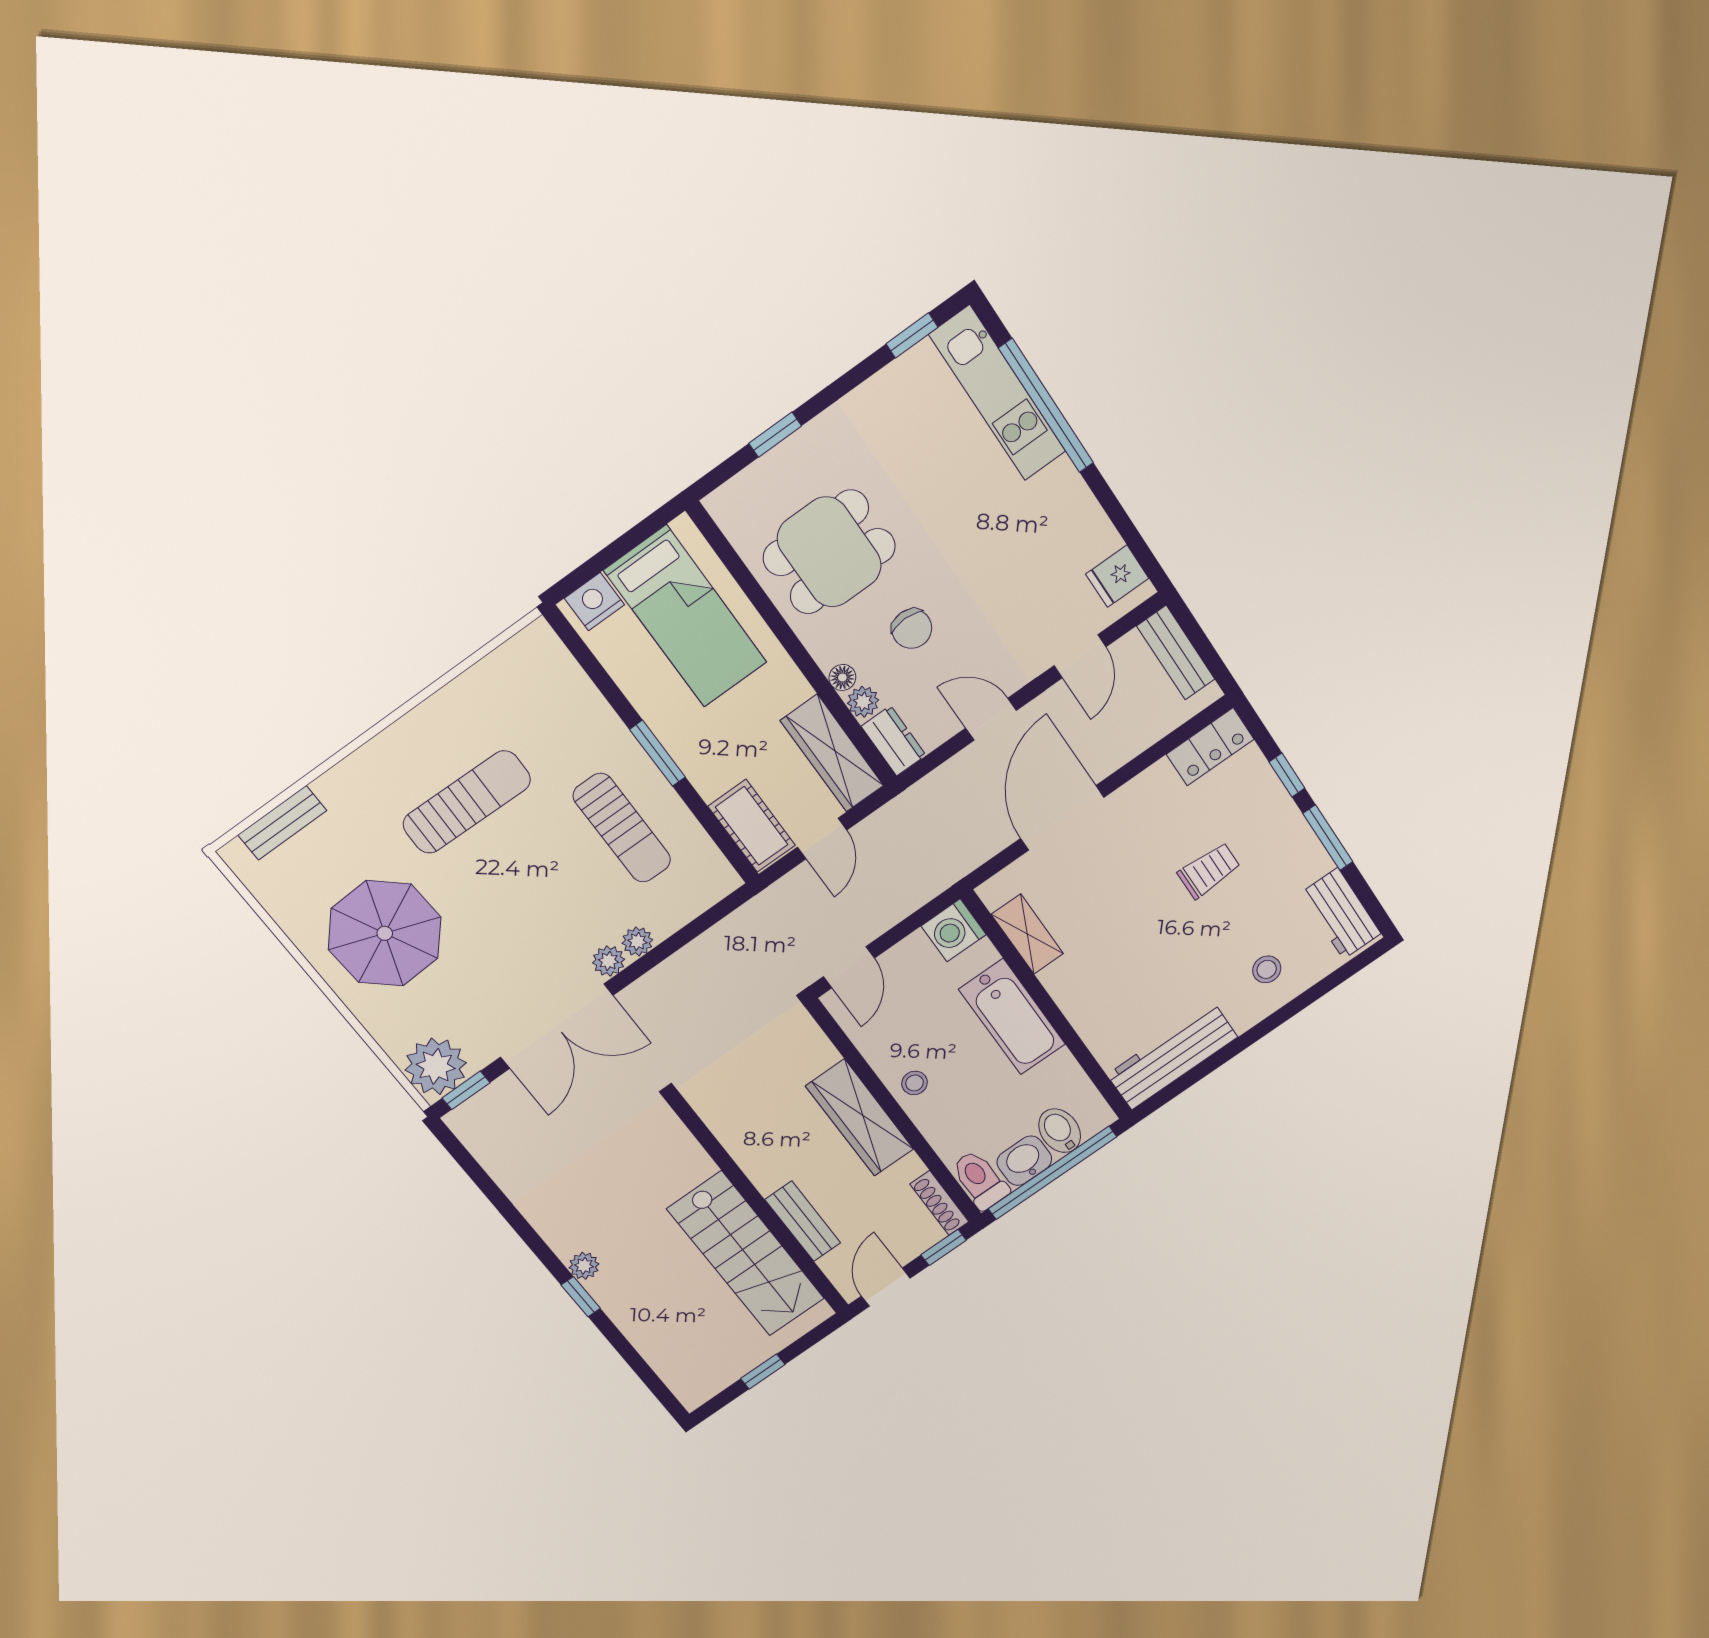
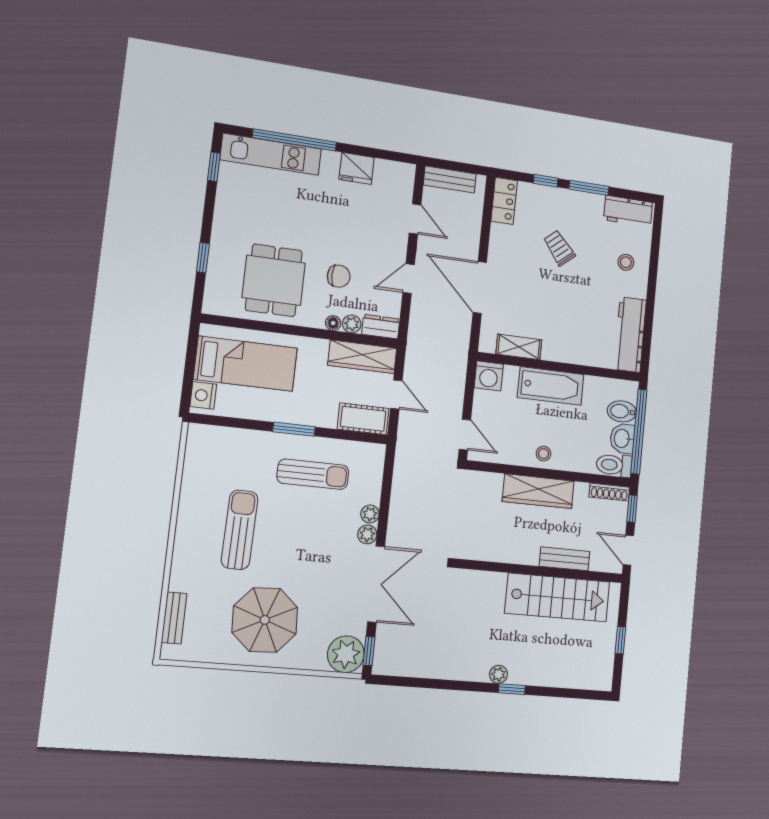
fridge: (1117, 576) -> (357, 168), moved, width x1.38
trolley: (1209, 870) -> (559, 248), turned -40

